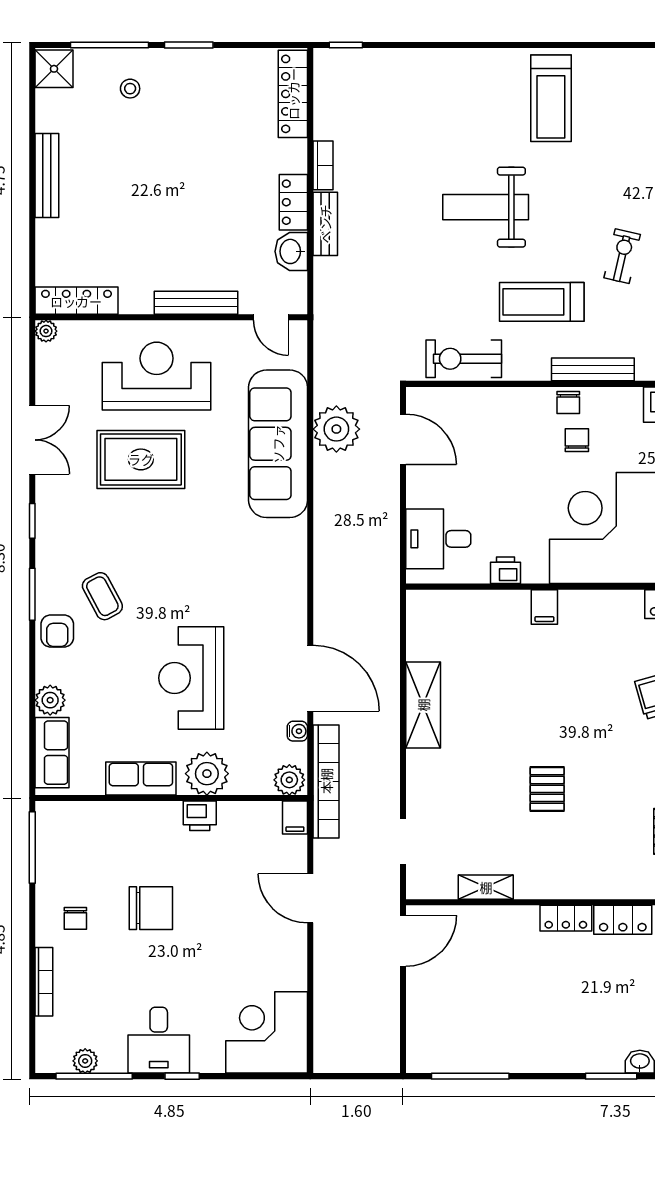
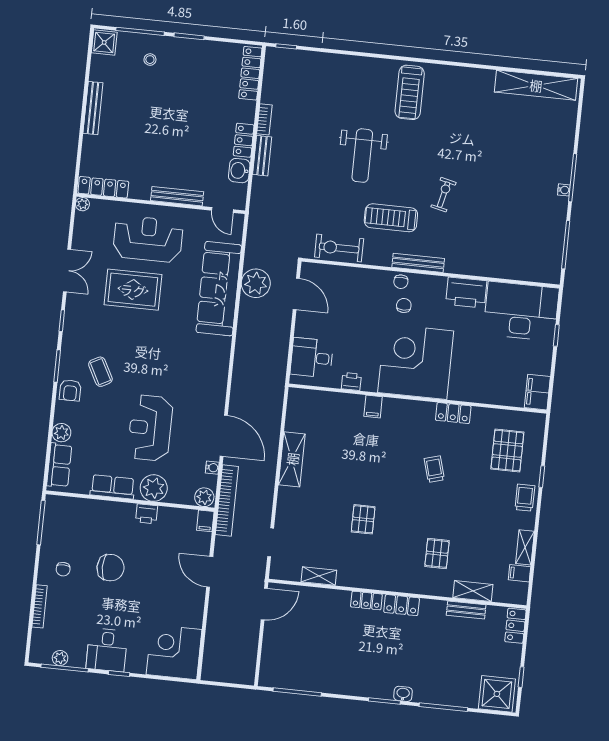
weight bench: (486, 207) -> (362, 156), turned -90

